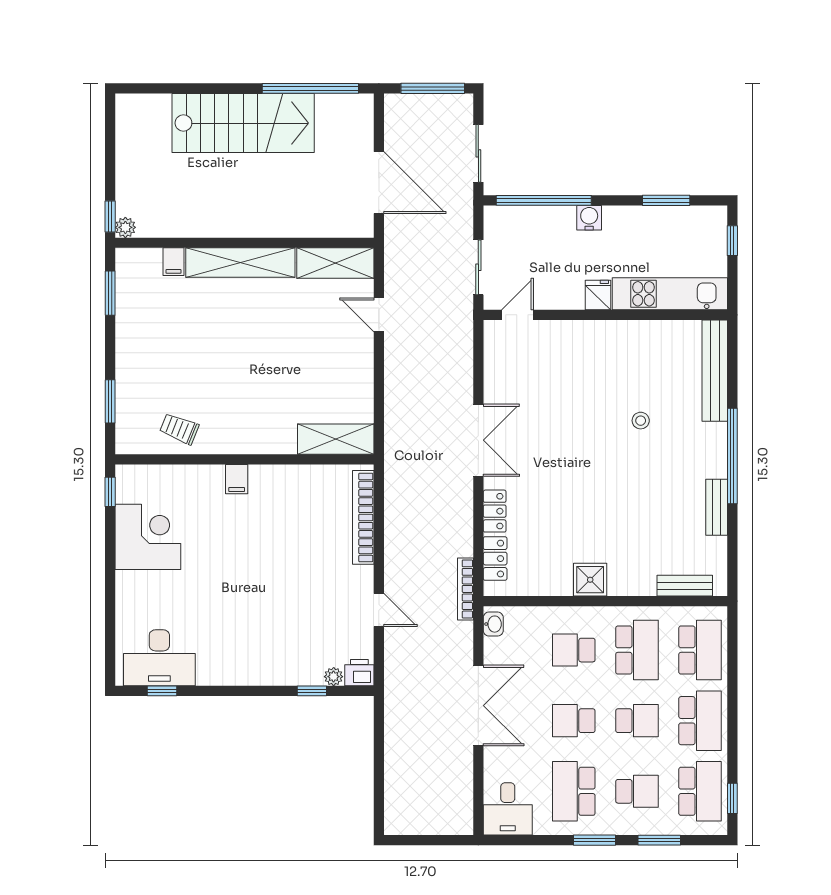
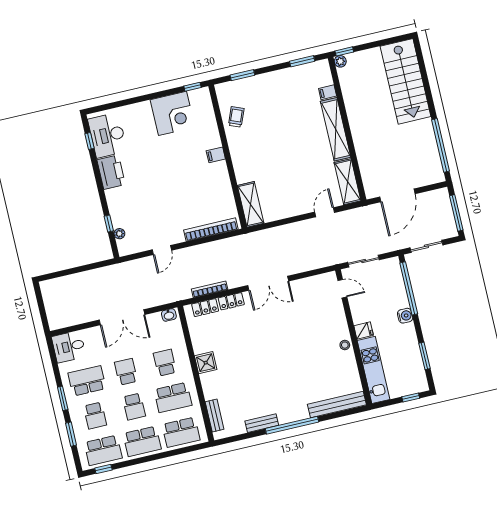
stairs: (243, 123) -> (406, 81), moved
stool: (641, 421) -> (345, 345), moved
bookcase: (465, 589) -> (210, 289), moved
printer: (359, 673) -> (111, 172), moved, width x1.87, depth x1.48

